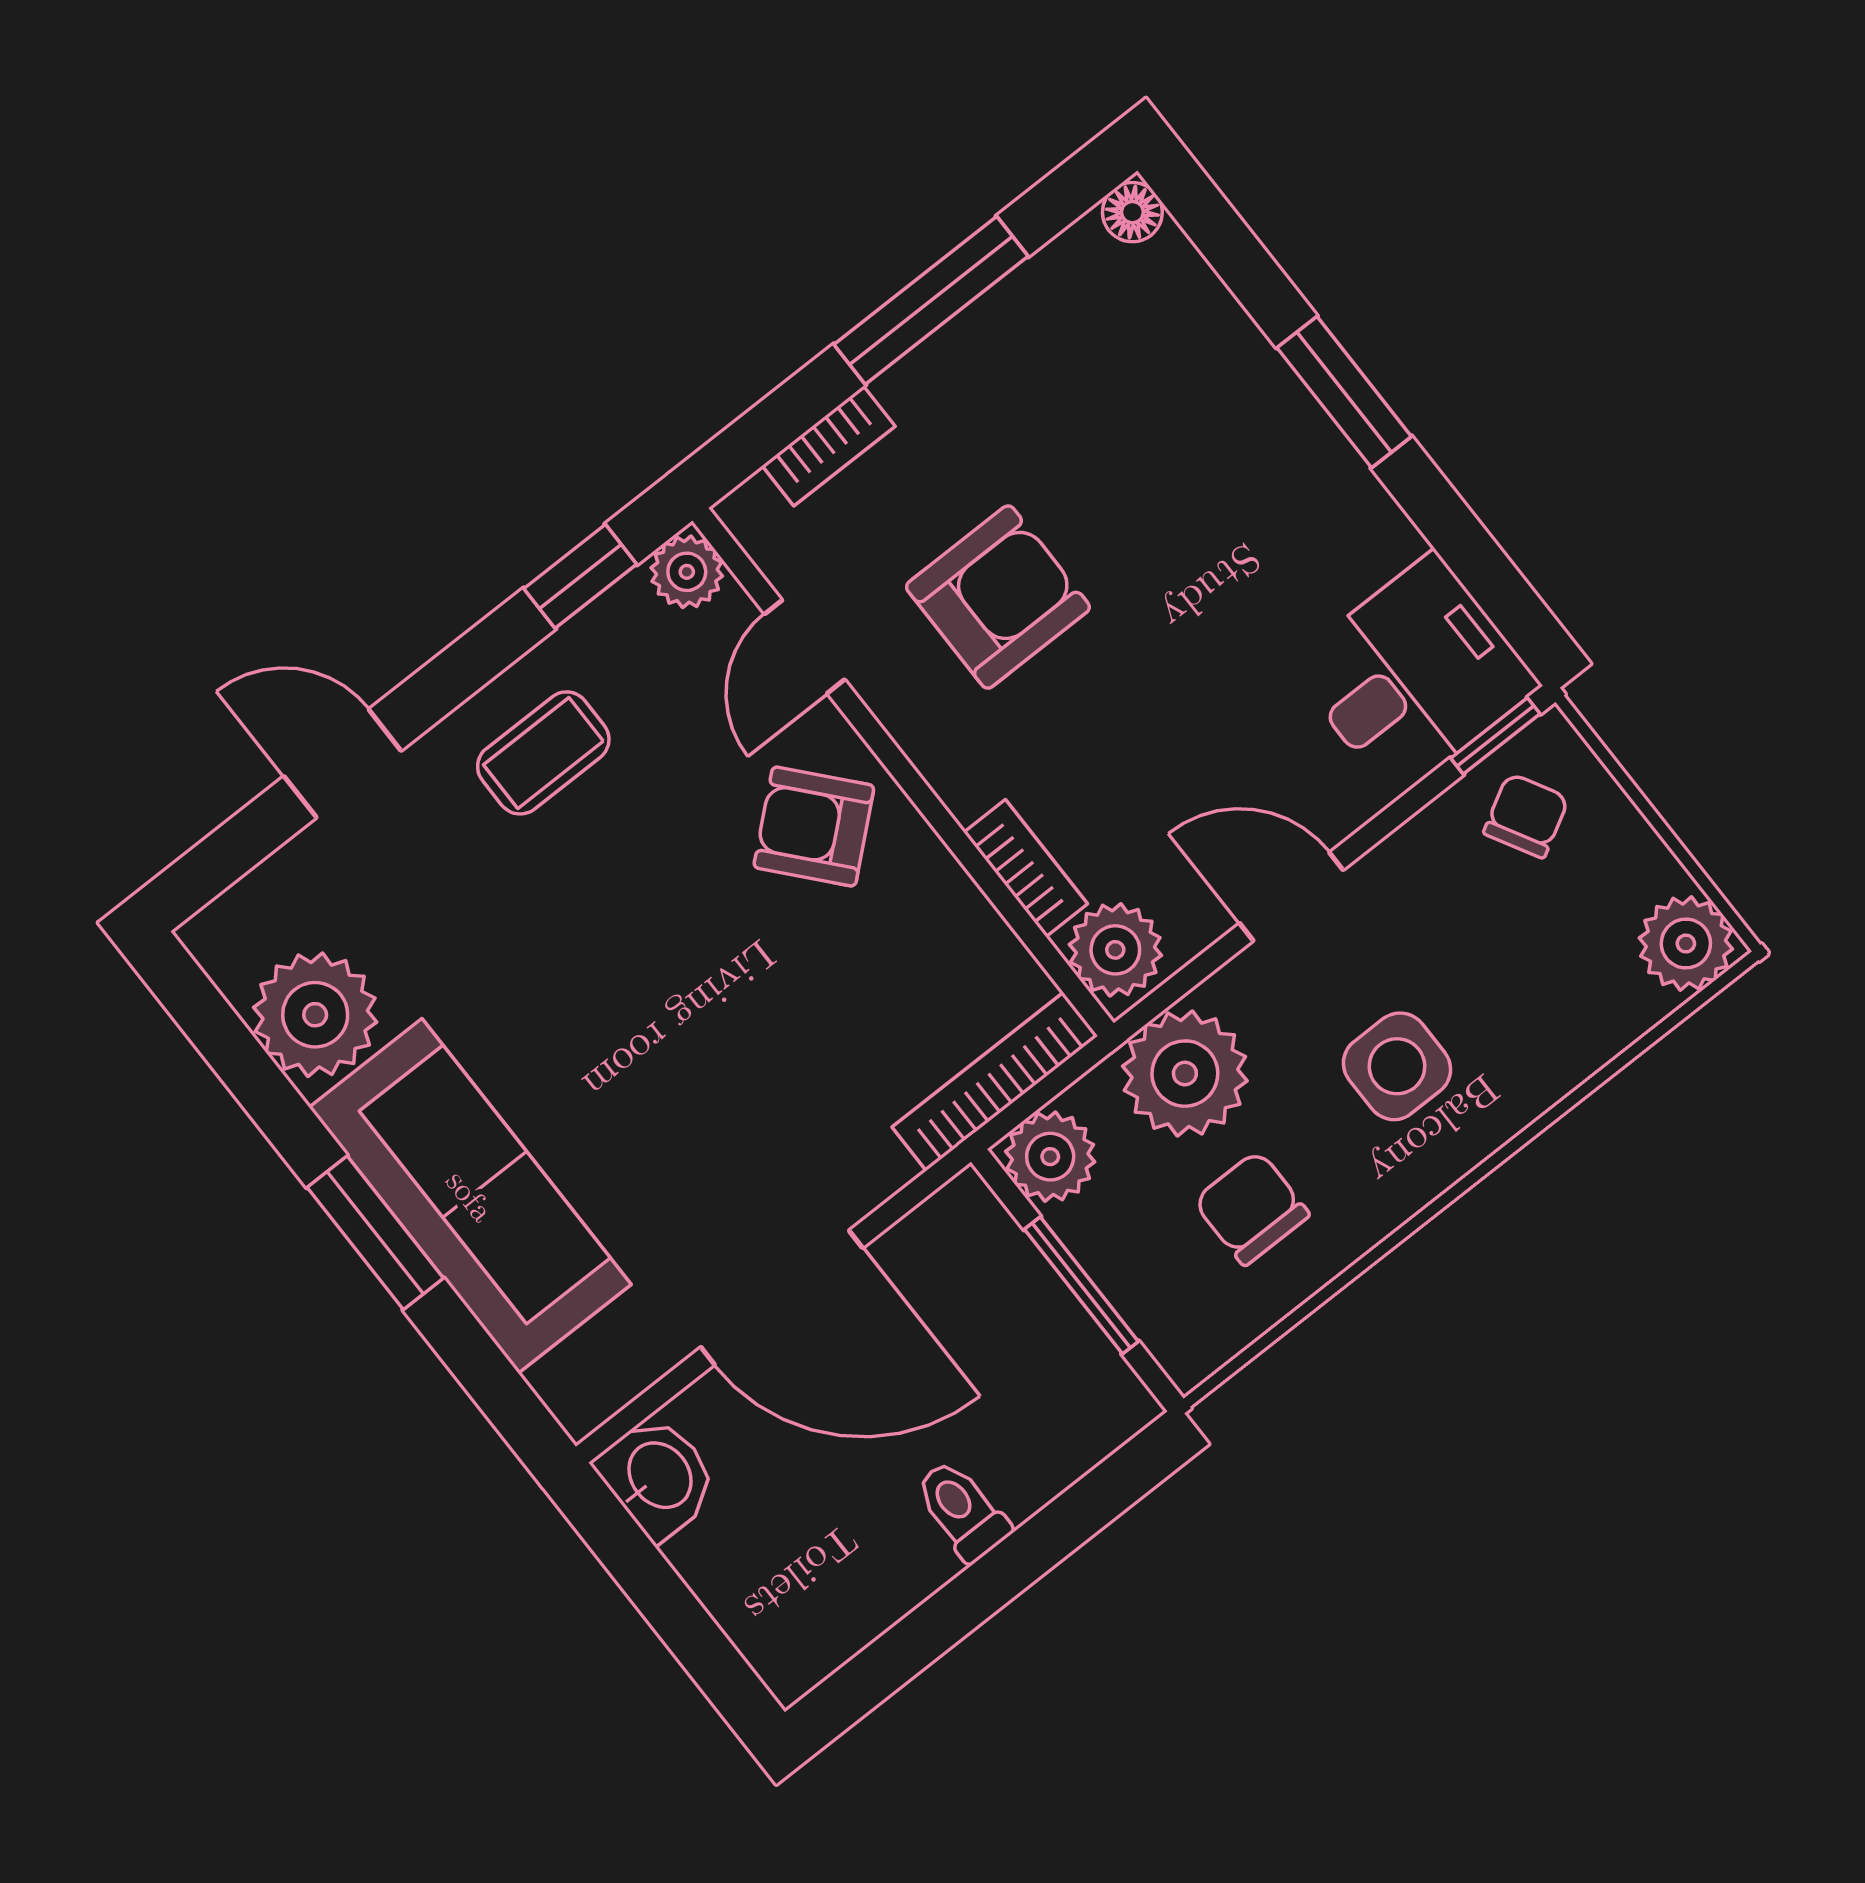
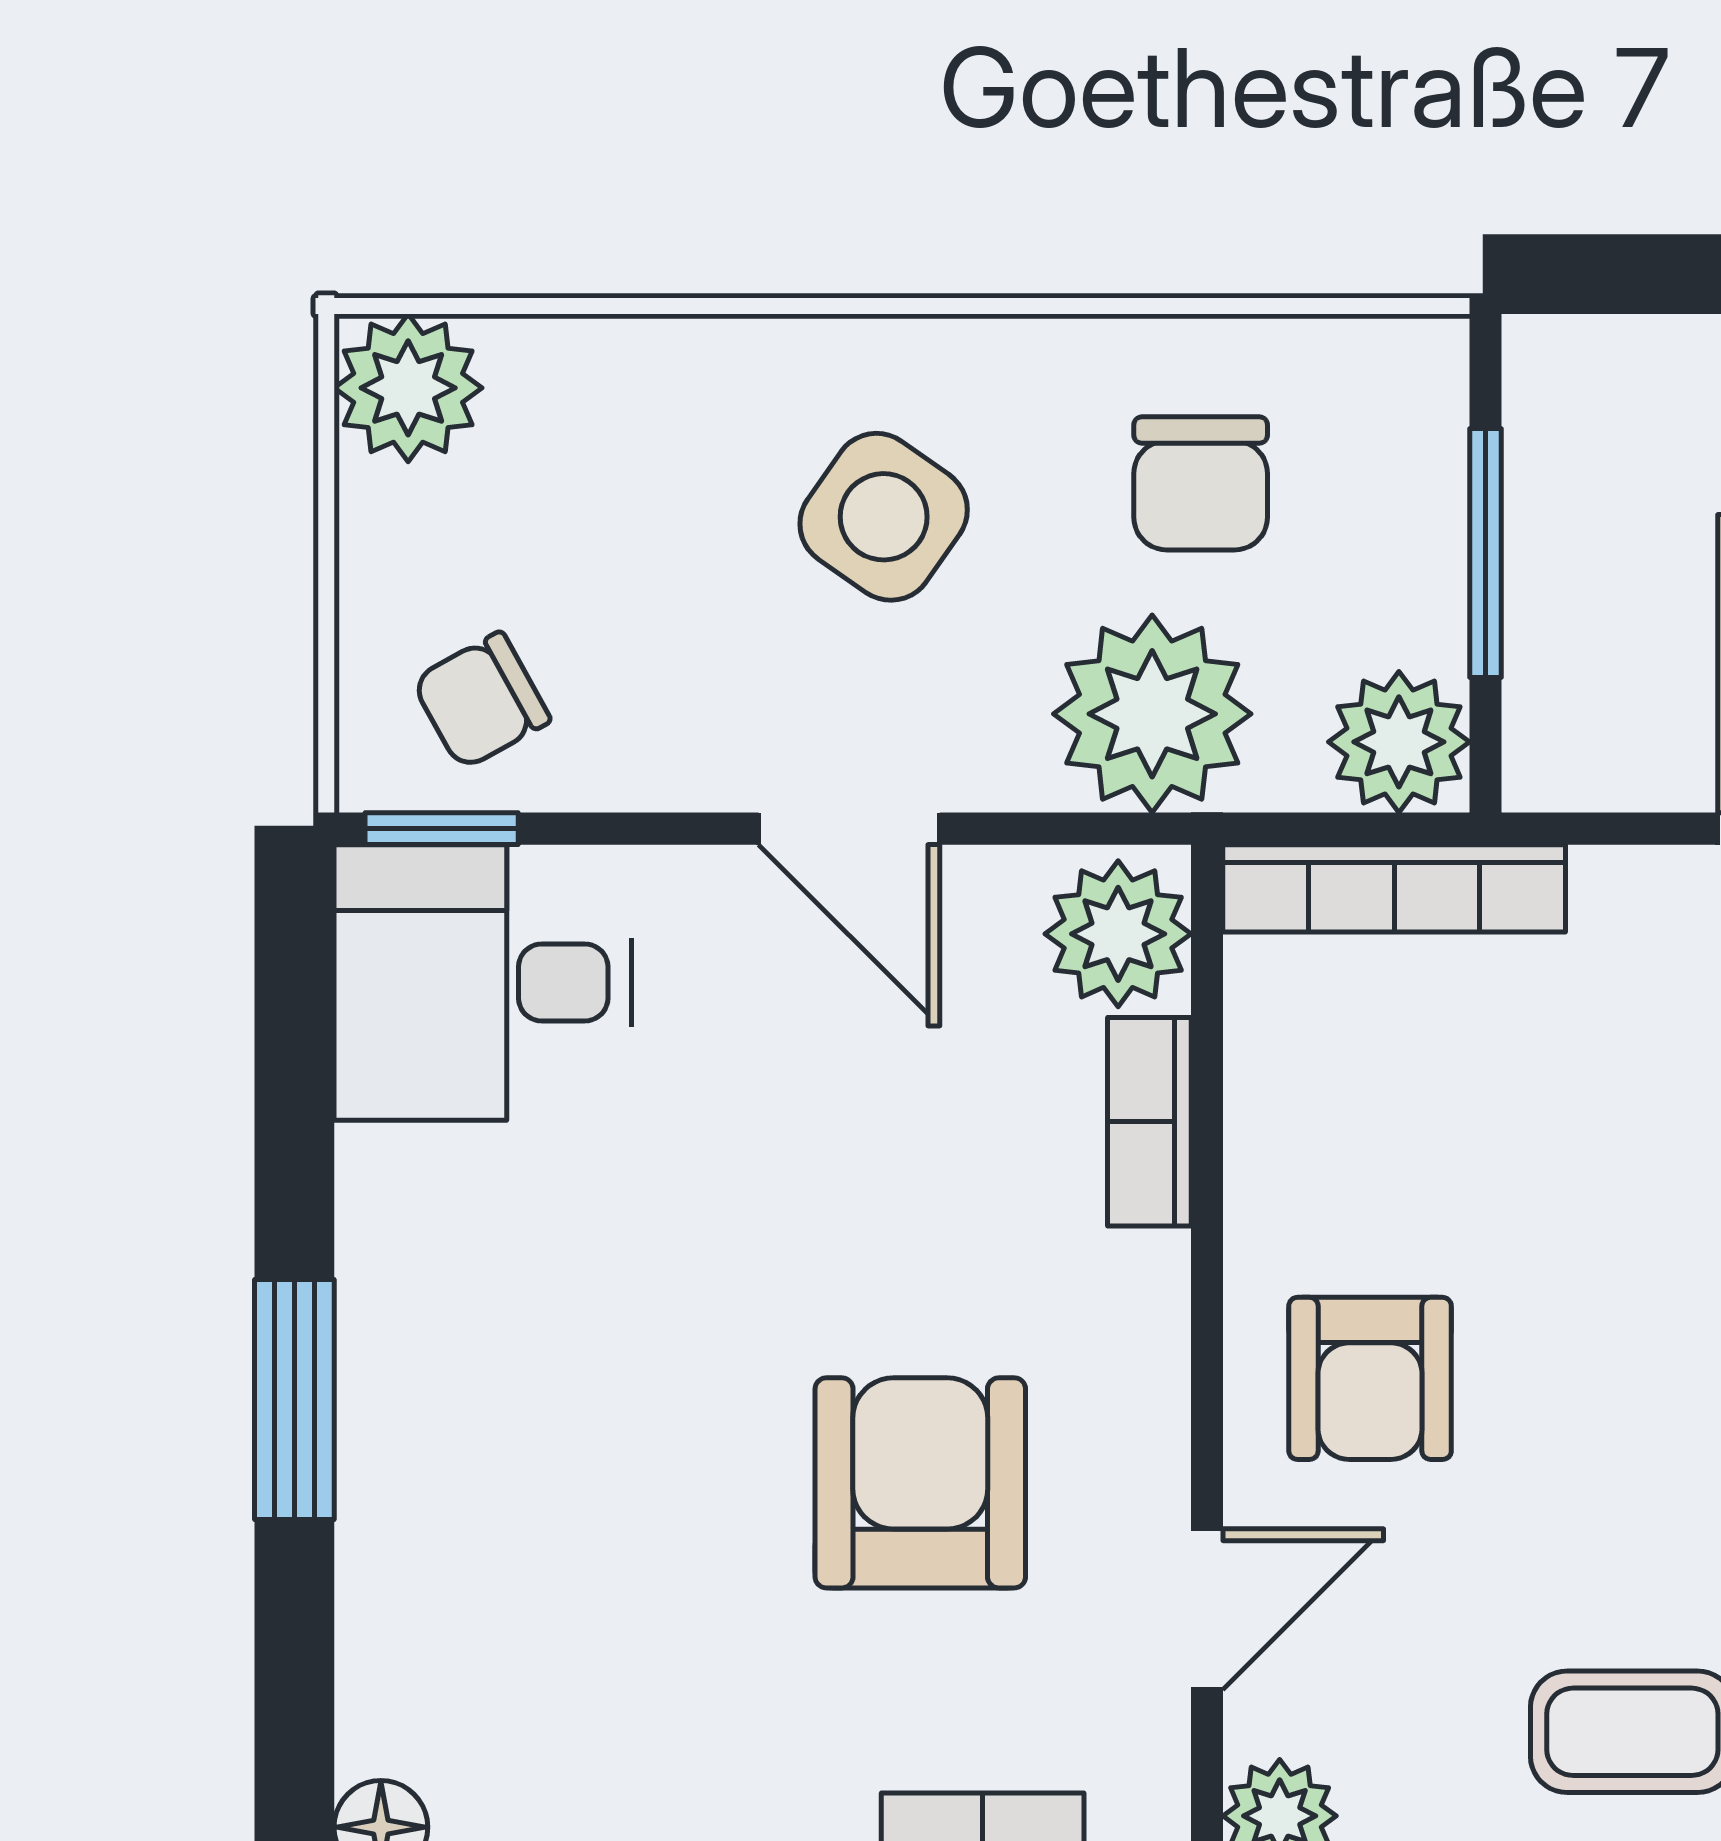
armchair: (998, 597) -> (920, 1483), turned 90
armchair: (814, 827) -> (1370, 1378), turned 41
side table: (1397, 1066) -> (884, 517), turned 35

